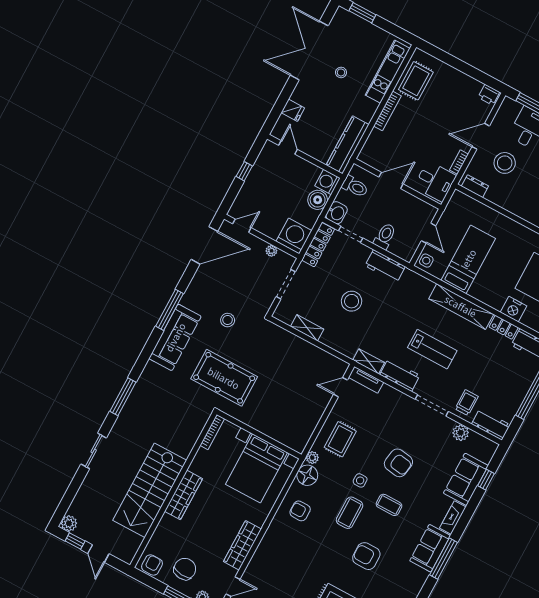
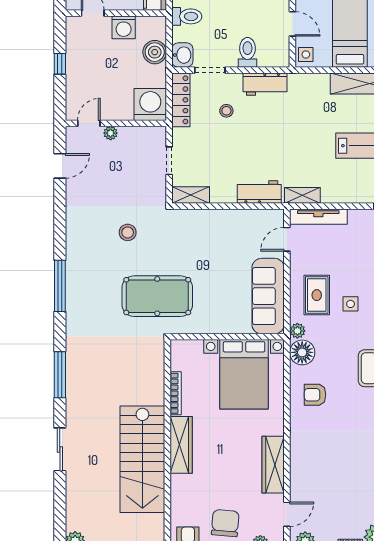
washing machine: (327, 182) -> (124, 27), moved, turned -90
door: (204, 245) -> (60, 166), width x0.53
plant: (271, 251) -> (111, 133), moved
doorway: (286, 284) -> (169, 161), width x0.73
stool: (352, 301) -> (226, 111), moved, width x0.53, depth x0.53
window: (170, 310) -> (60, 286), moved
shelving: (307, 328) -> (191, 195), moved
sofa: (175, 337) -> (268, 296), moved, turned 180
workbench: (400, 375) -> (259, 192), moved
tv unit: (366, 380) -> (318, 217), width x1.41
bookcase: (212, 432) -> (176, 393), moved
side table: (360, 480) -> (351, 304), moved

